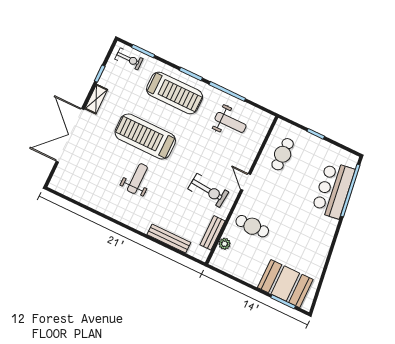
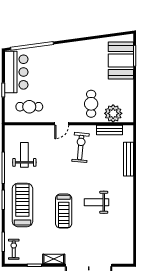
treadmill: (145, 136) -> (64, 211), width x0.73, depth x0.73
bar counter: (333, 190) -> (16, 72), moved, turned -82
plant: (224, 244) -> (113, 113), width x1.88, depth x1.88

